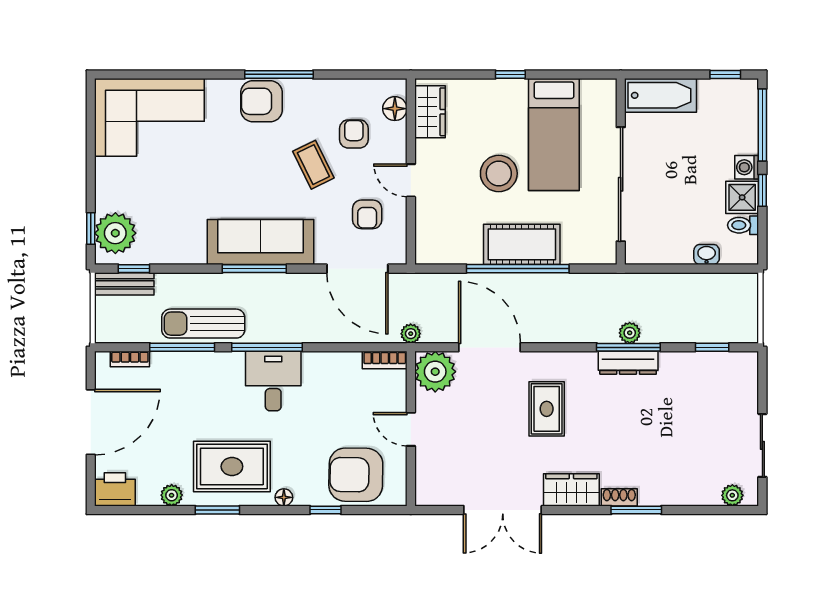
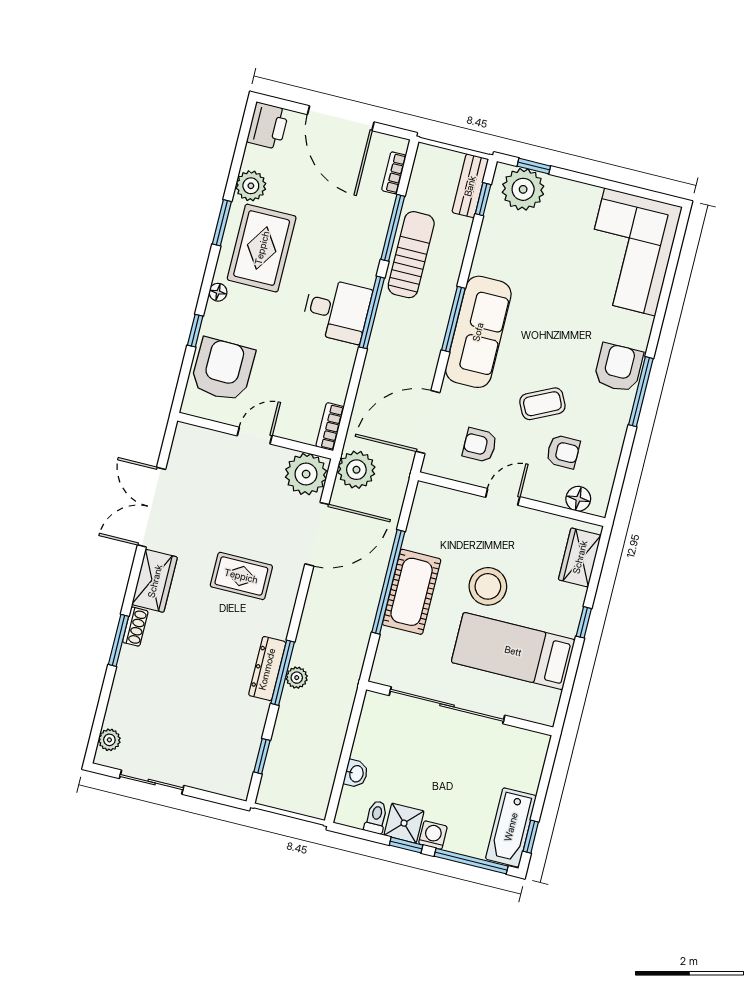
bathtub: (661, 95) -> (511, 827), moved
wardrobe: (430, 112) -> (580, 557), moved, turned 90
plant: (411, 334) -> (356, 470), width x1.88, depth x1.88
plant: (172, 495) -> (251, 186), width x1.38, depth x1.38

